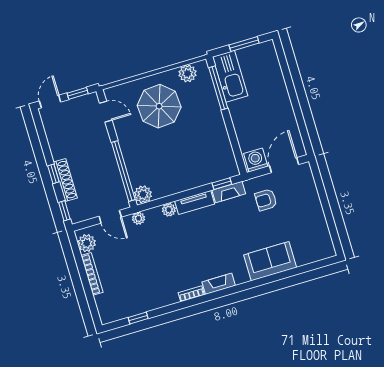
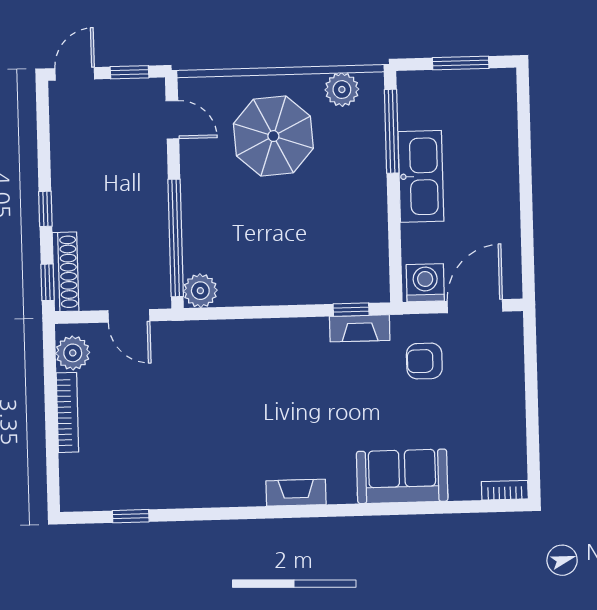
kitchen sink: (230, 76) -> (421, 176), moved
shoe rack: (65, 180) -> (66, 272), moved
tv unit: (195, 203) -> (292, 331), removed
plant: (169, 210) -> (241, 332), removed
plant: (138, 218) -> (180, 333), removed
bookcase: (191, 294) -> (505, 490), moved

